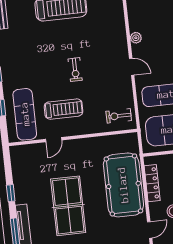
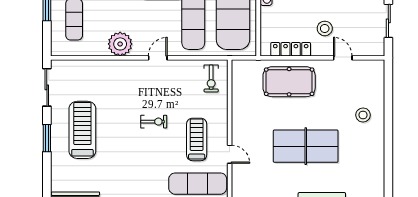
plant: (136, 38) -> (120, 44), width x1.87, depth x1.87
pool table: (123, 185) -> (289, 82), width x0.73, depth x0.76

